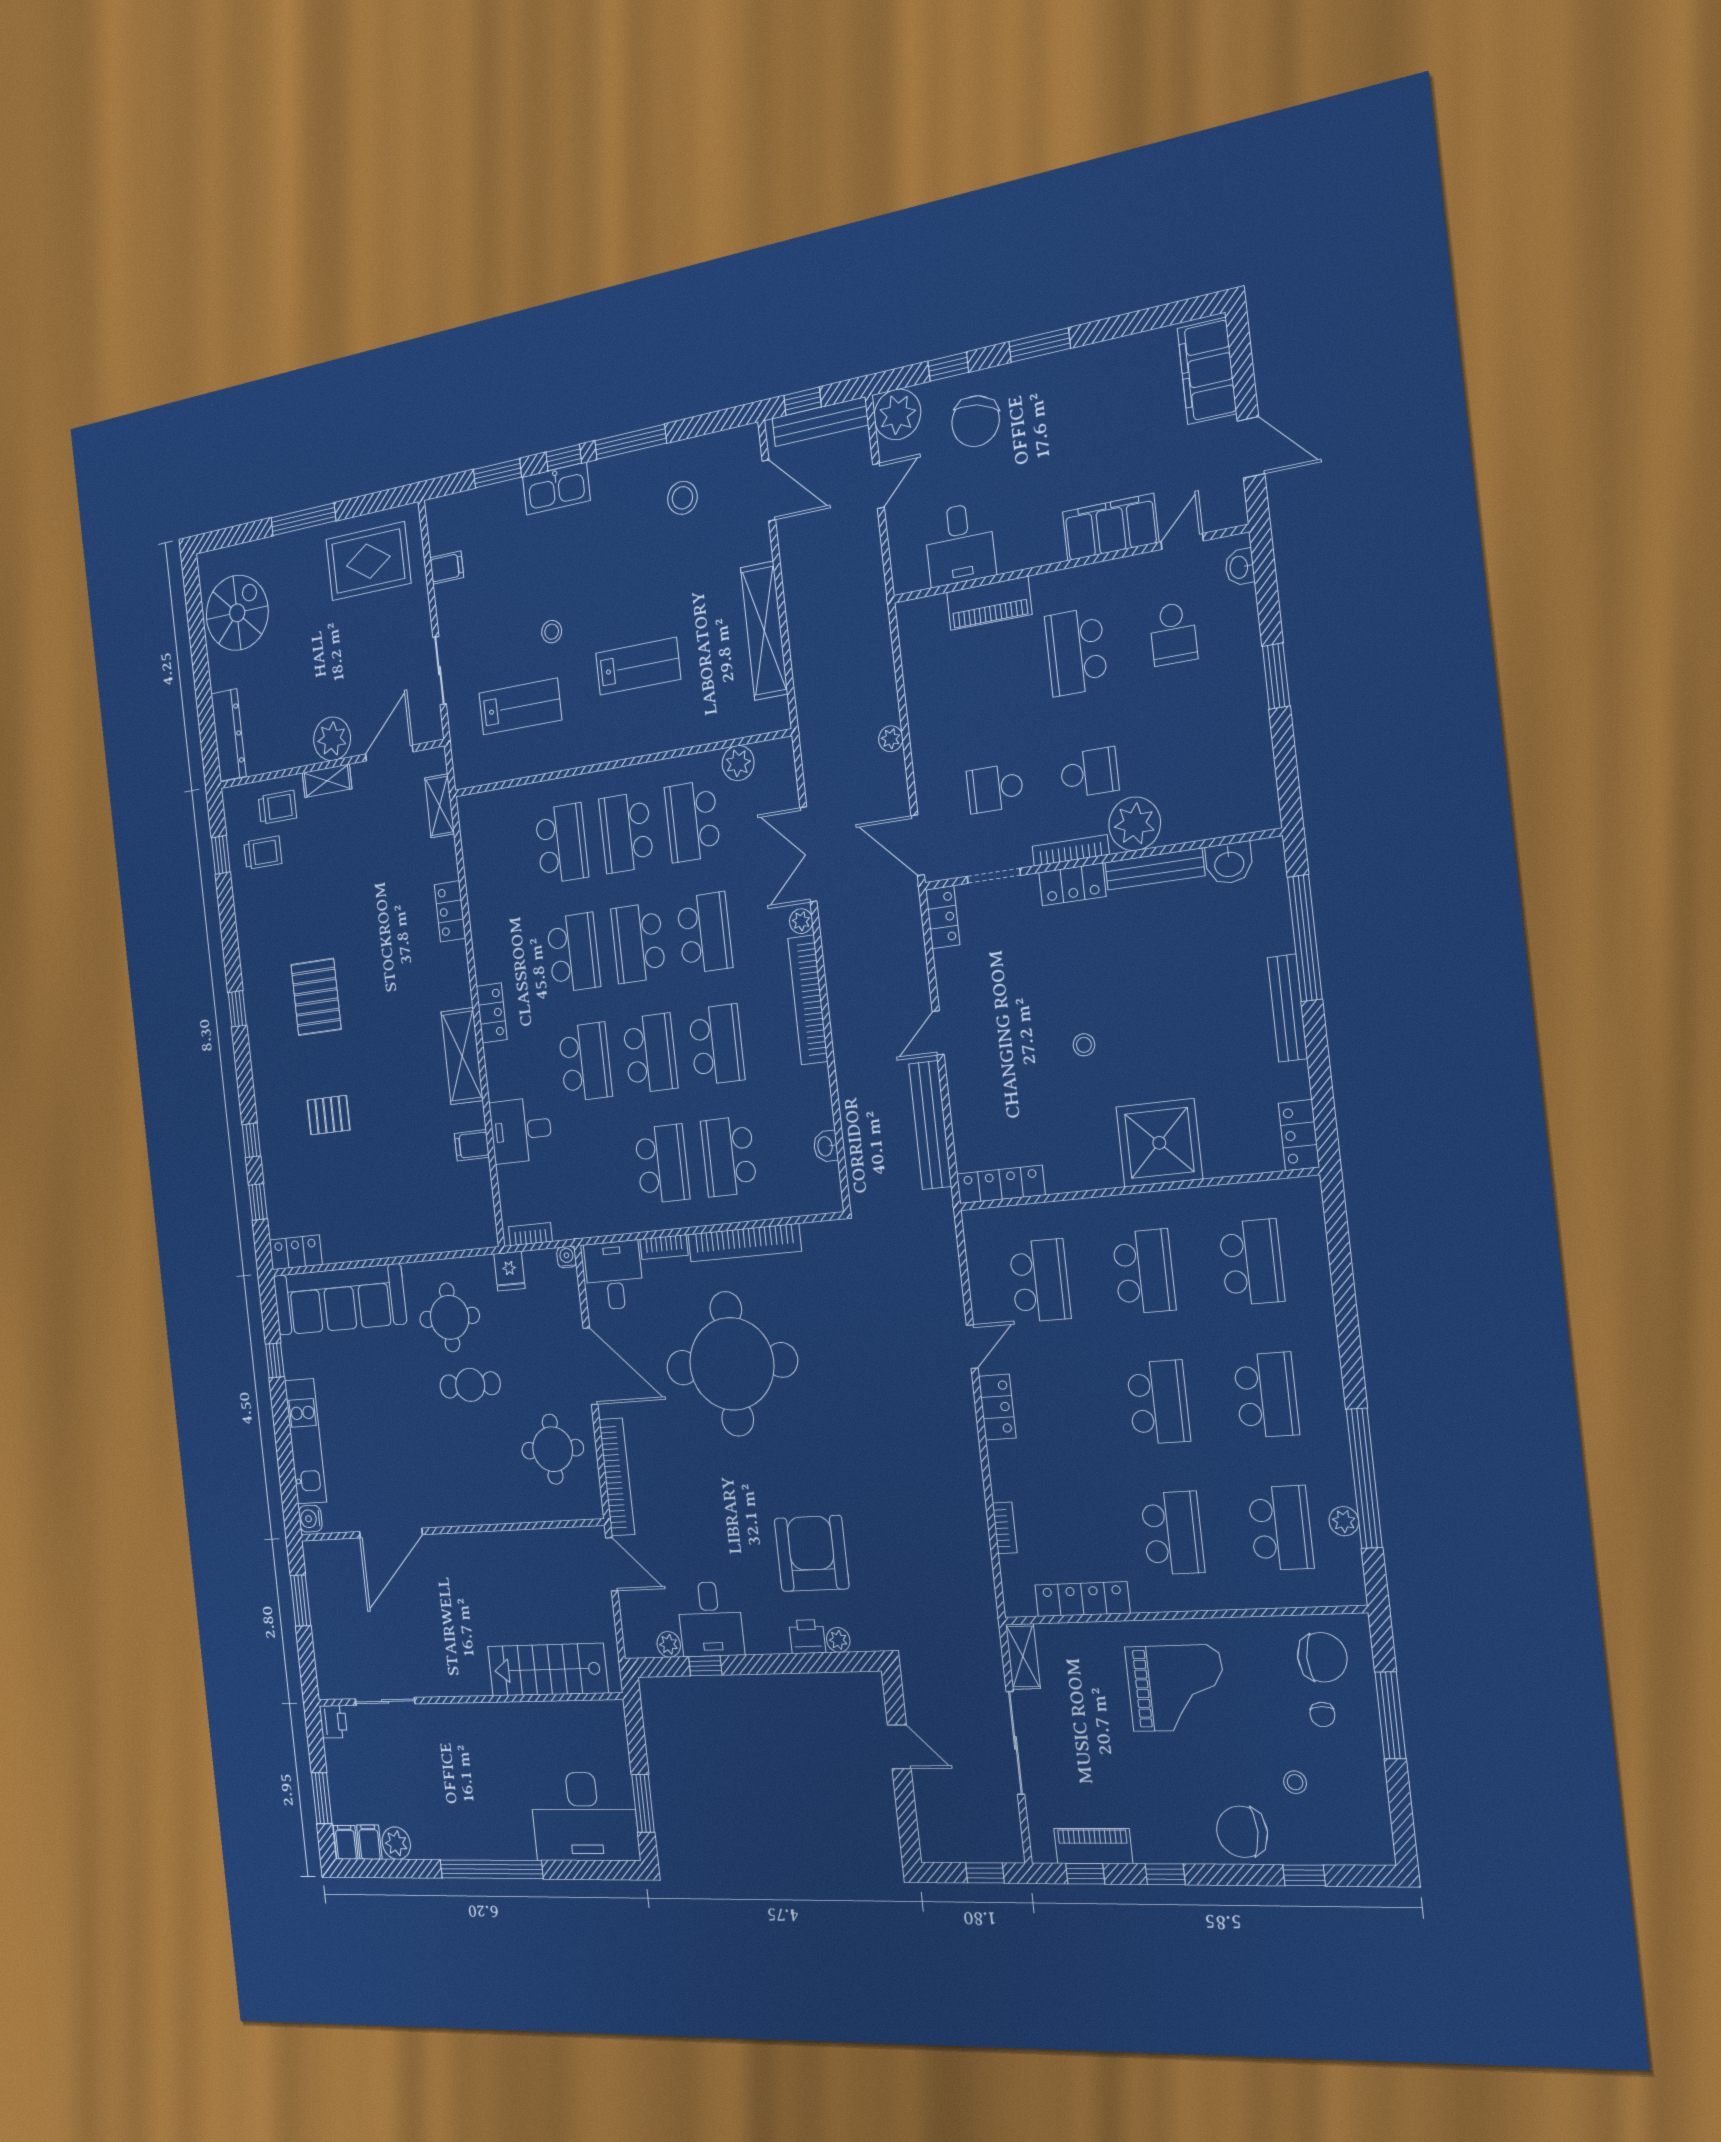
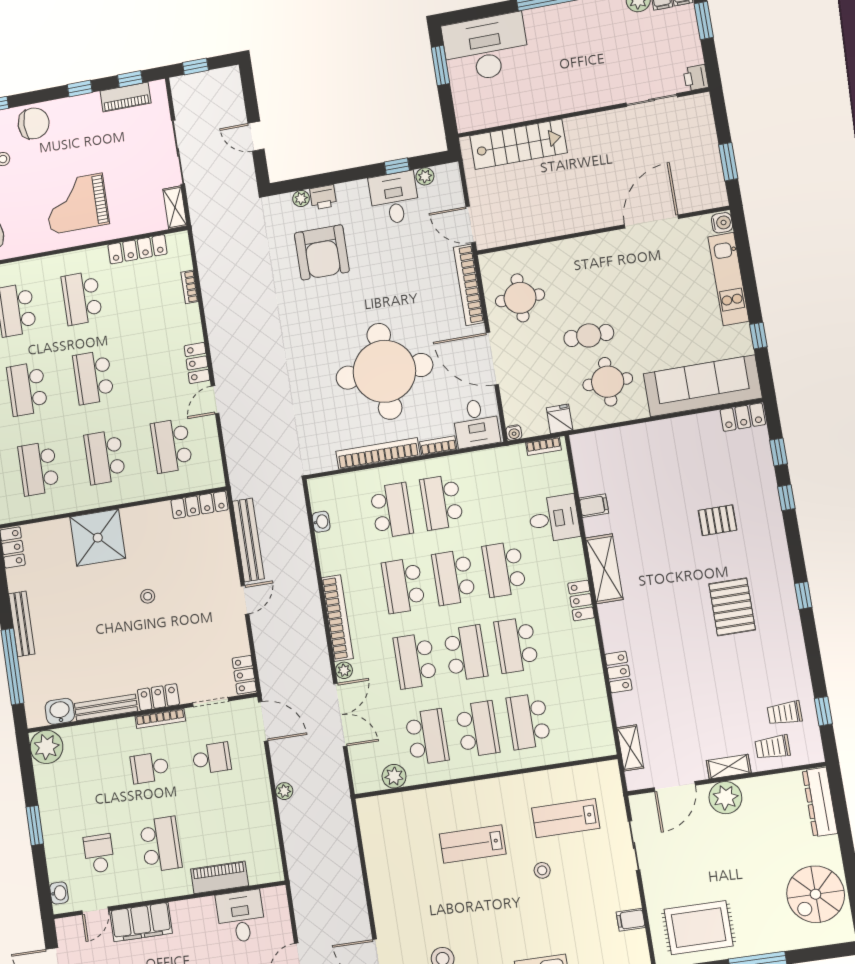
shelving: (764, 631) -> (378, 865), removed
plant: (1135, 824) -> (46, 747), moved

